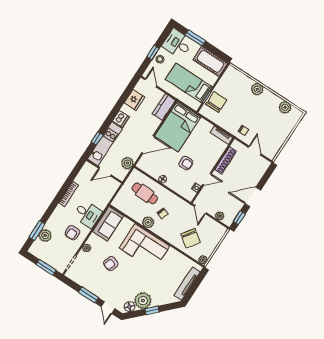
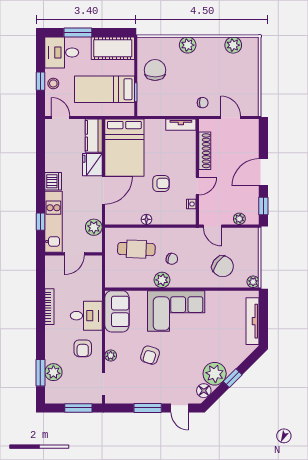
fridge: (134, 100) -> (92, 165), moved, turned 180
chair: (216, 102) -> (155, 70), moved

